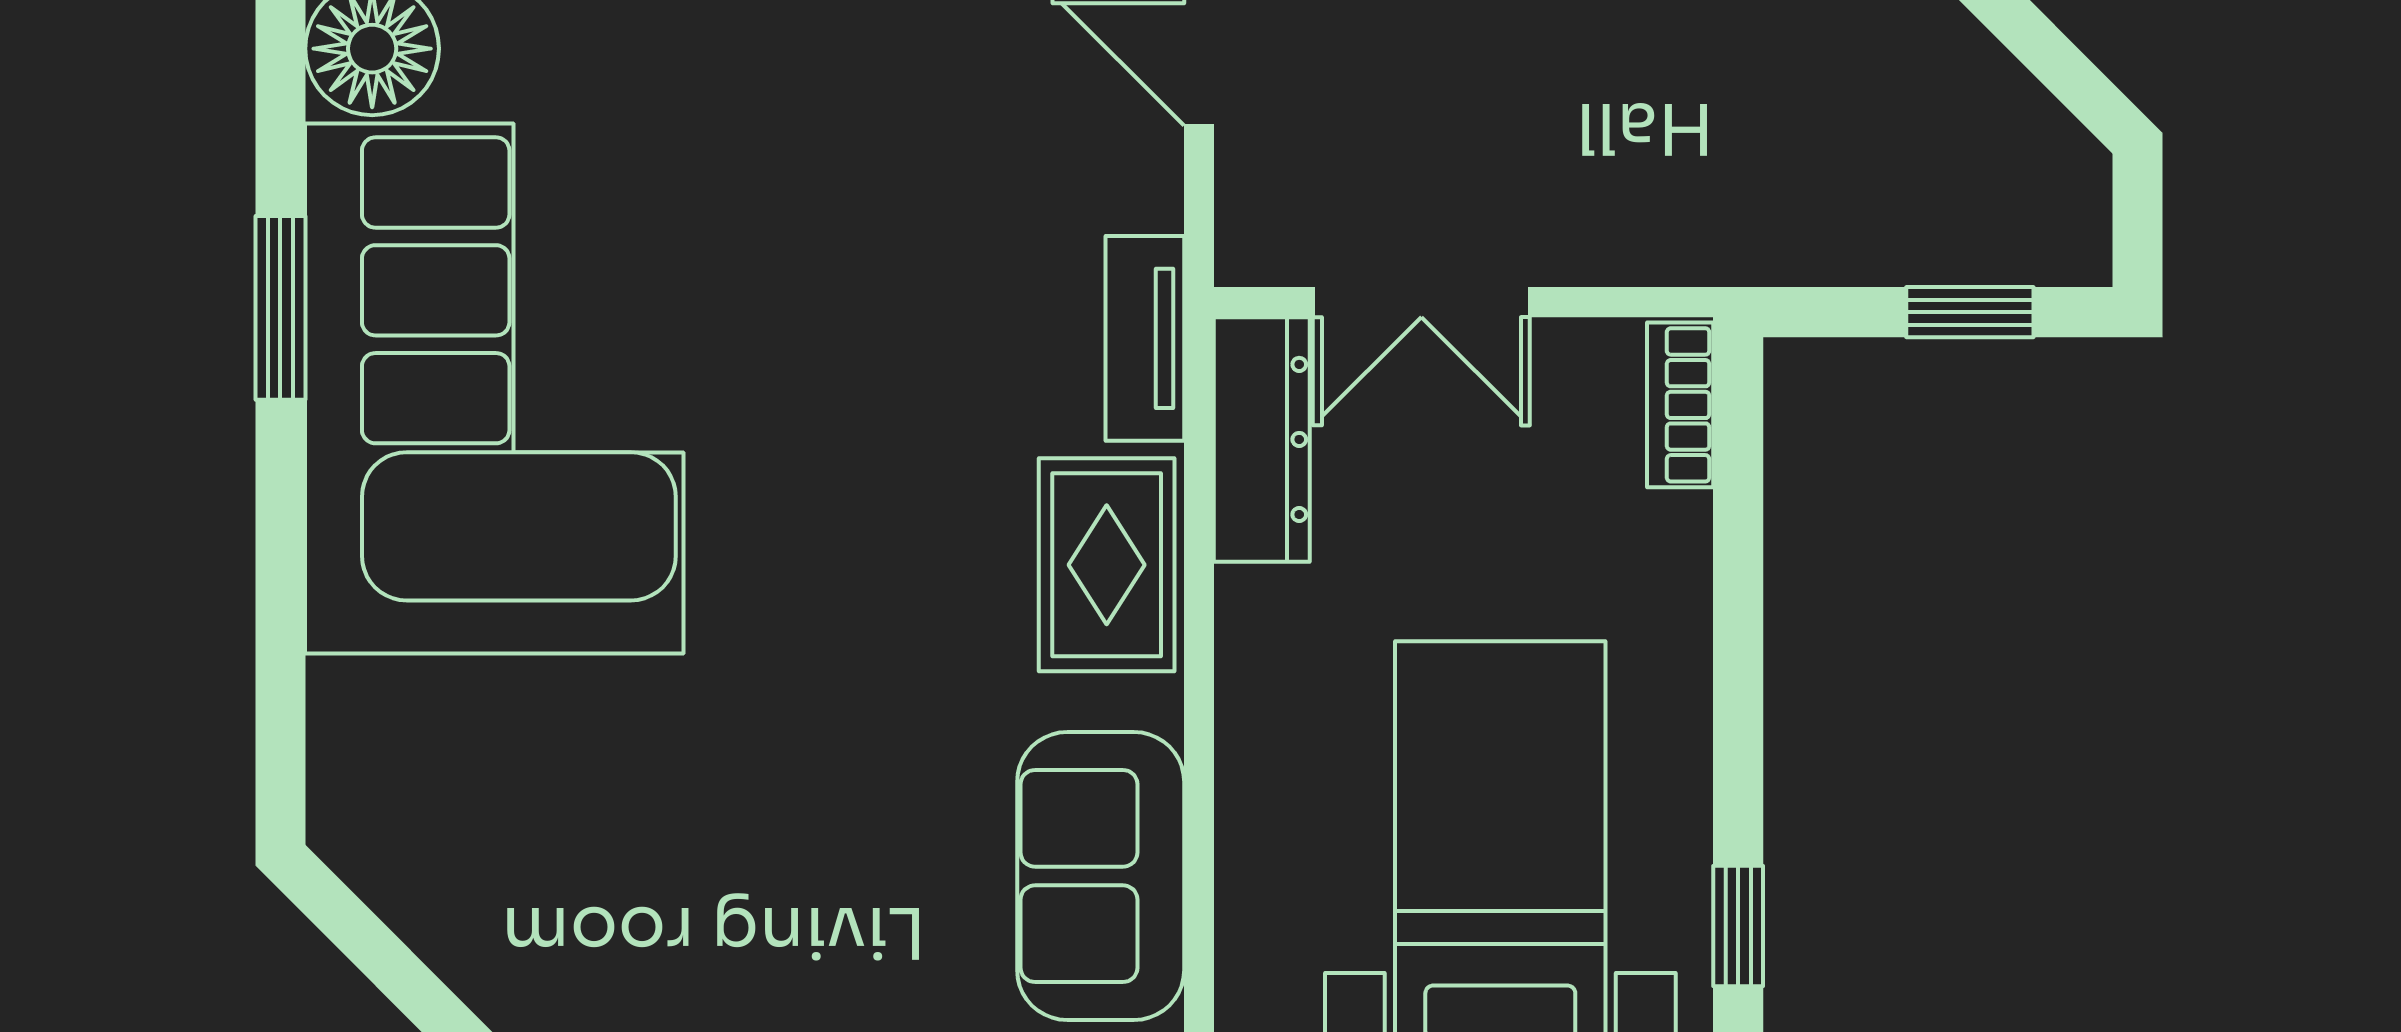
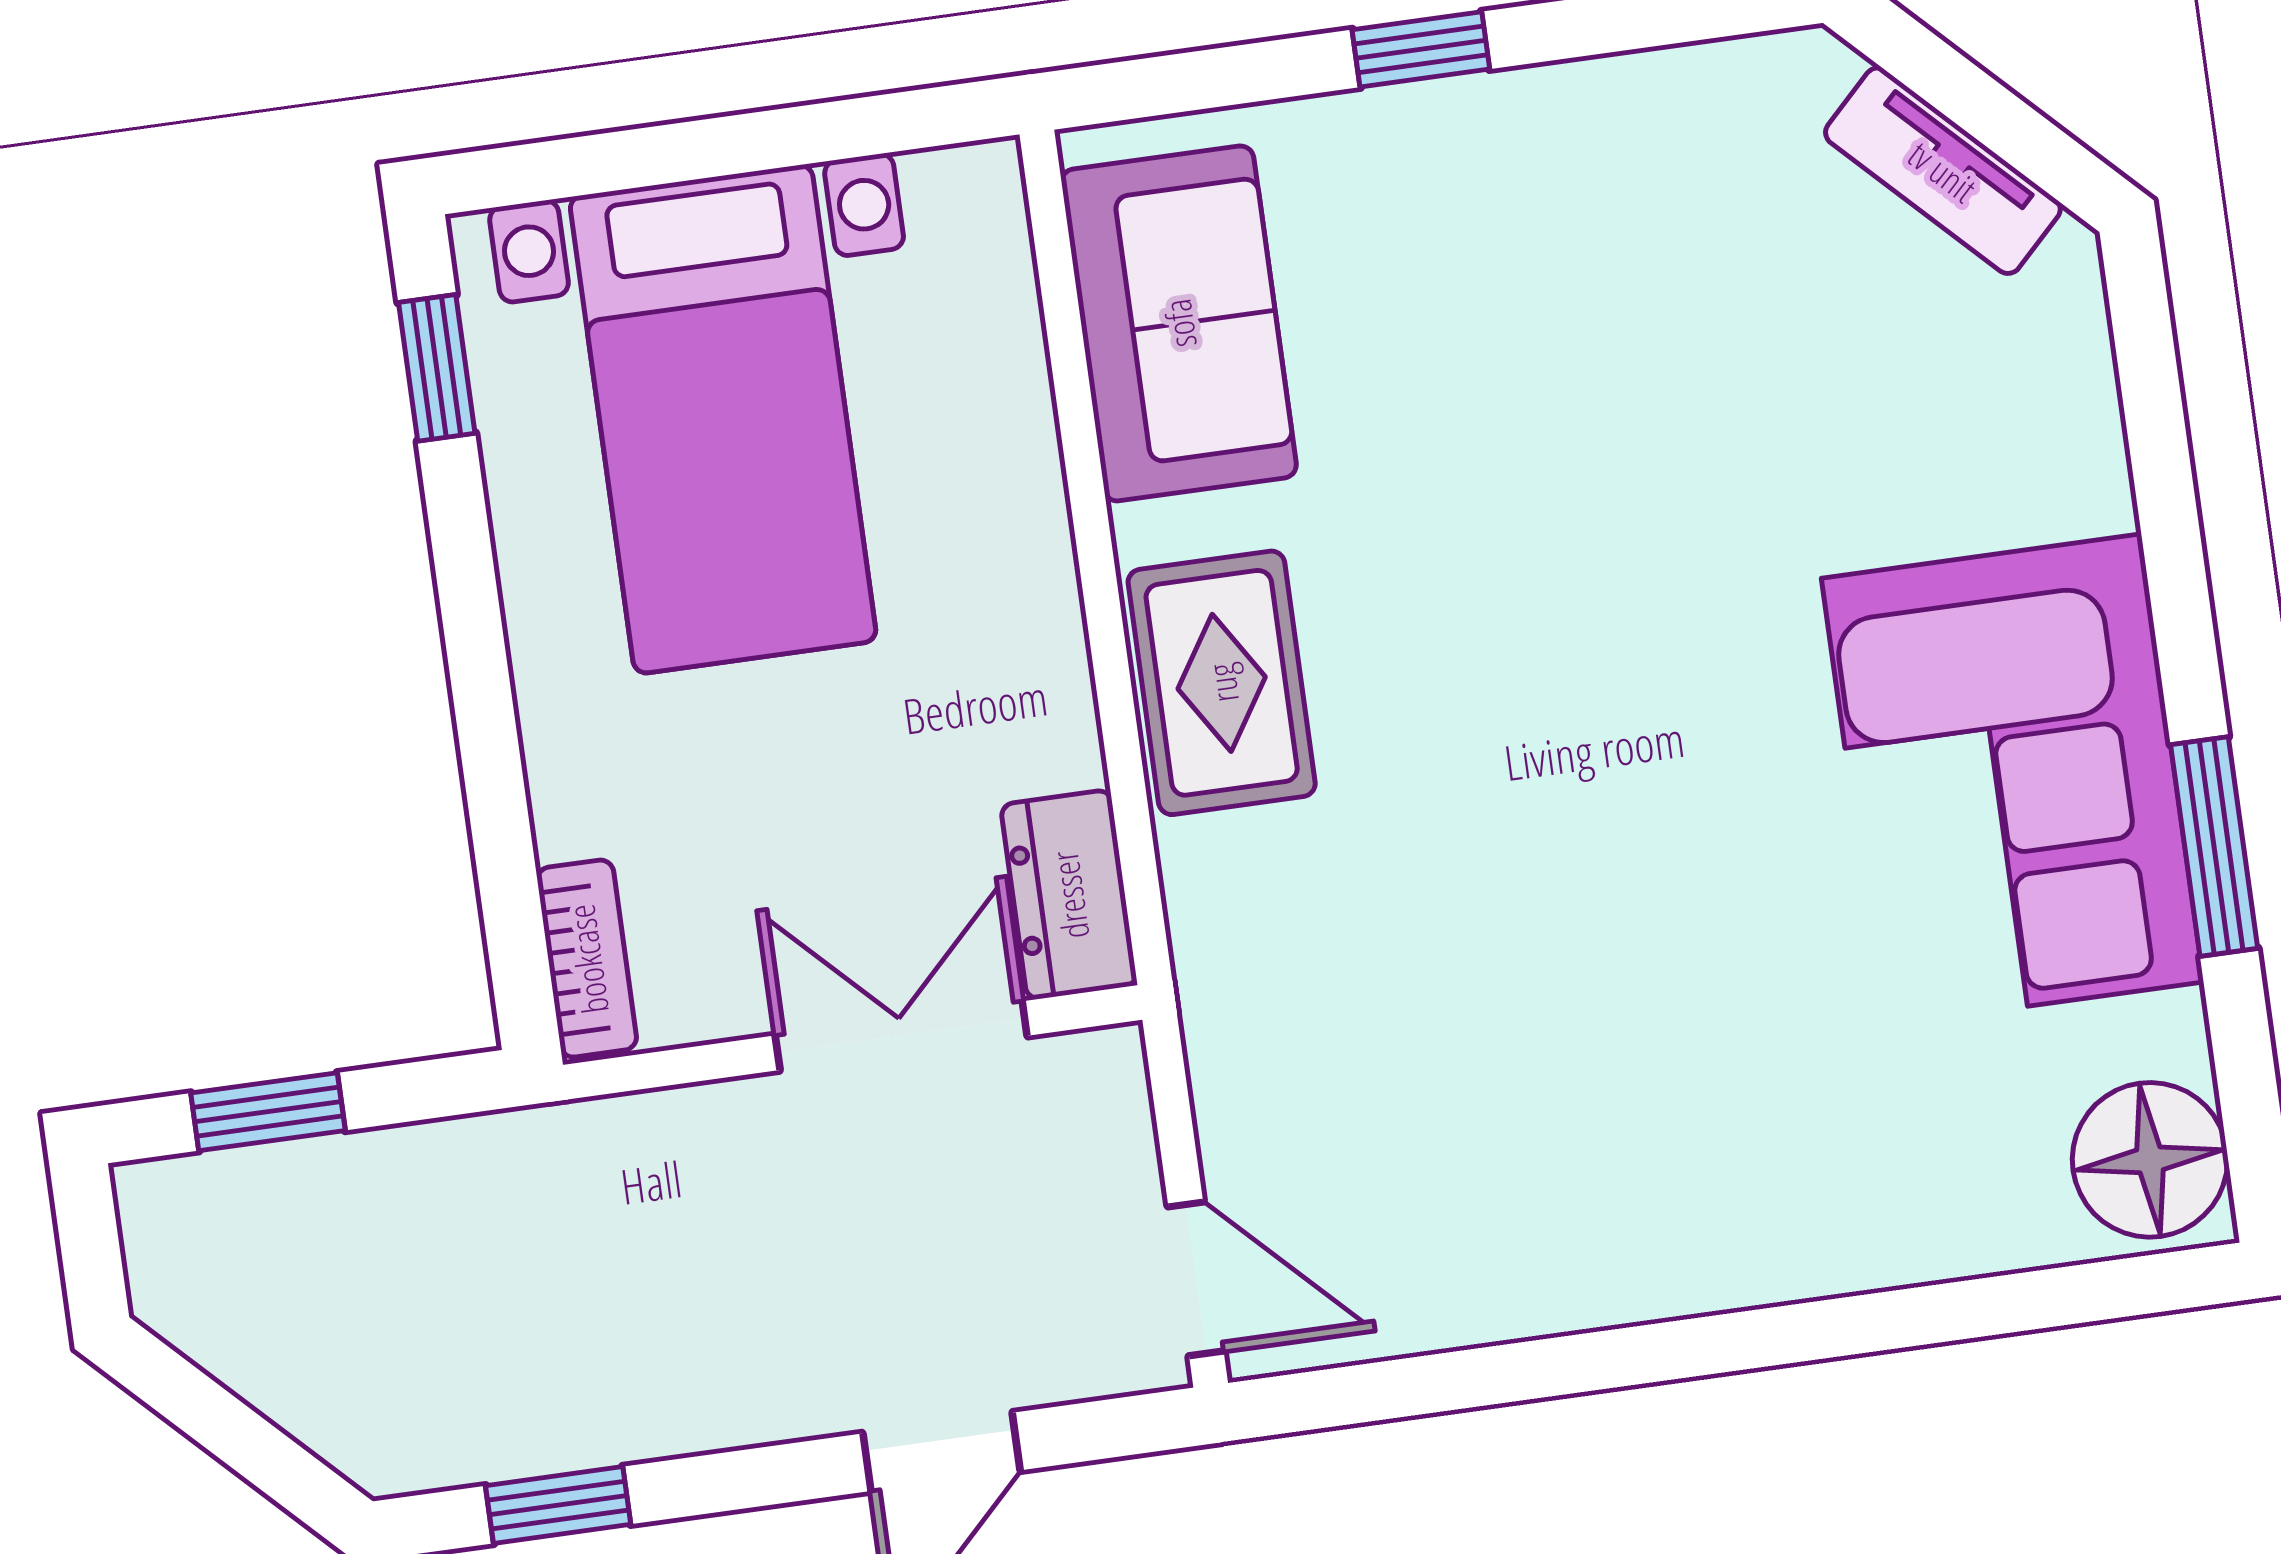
tv unit: (1145, 338) -> (1943, 171), moved, turned 135
corner sofa: (494, 388) -> (2012, 780), width x0.73, depth x0.74
dresser: (1262, 439) -> (1069, 895), width x0.70

